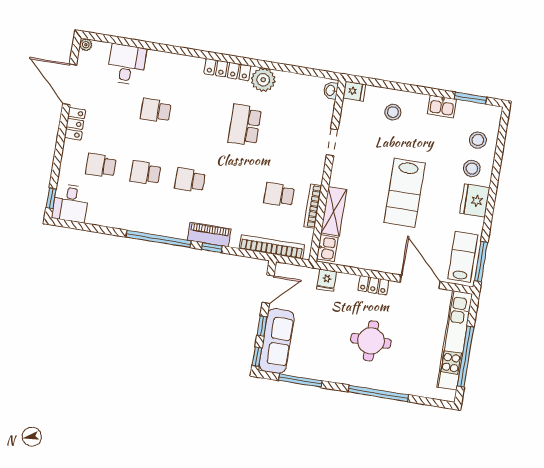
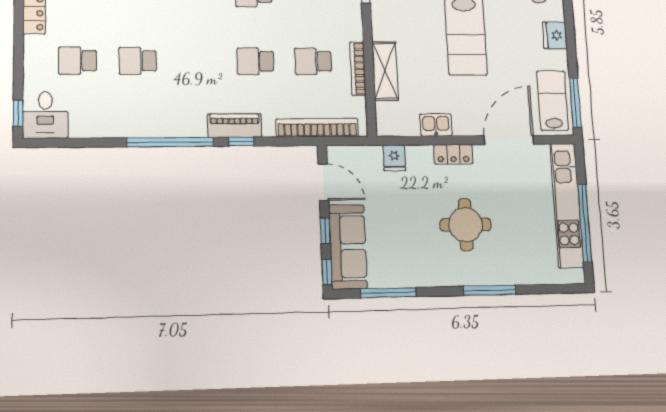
school desk: (190, 180) -> (255, 61), moved
fridge: (475, 200) -> (555, 35), width x0.73, depth x0.75
kitchen sink: (327, 248) -> (436, 125), moved, turned -90
door: (420, 282) -> (509, 140), hinge flipped
door: (268, 289) -> (323, 182), hinge flipped
window: (378, 393) -> (490, 290), width x0.68

